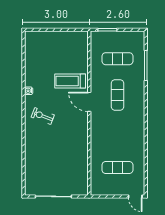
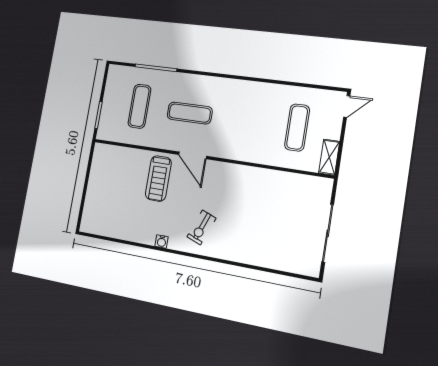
door: (89, 102) -> (193, 155), hinge flipped
shelving: (101, 190) -> (329, 157), added

